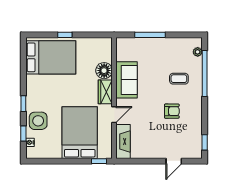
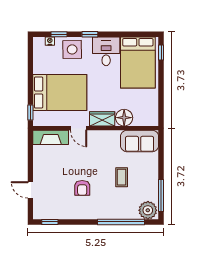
window: (65, 35) -> (161, 52), moved
window: (150, 35) -> (161, 195), moved
plant: (198, 52) -> (148, 210), width x1.87, depth x1.87
coffee table: (179, 79) -> (122, 177), moved
sofa: (127, 80) -> (140, 141), moved
desk: (40, 88) -> (106, 51), added

